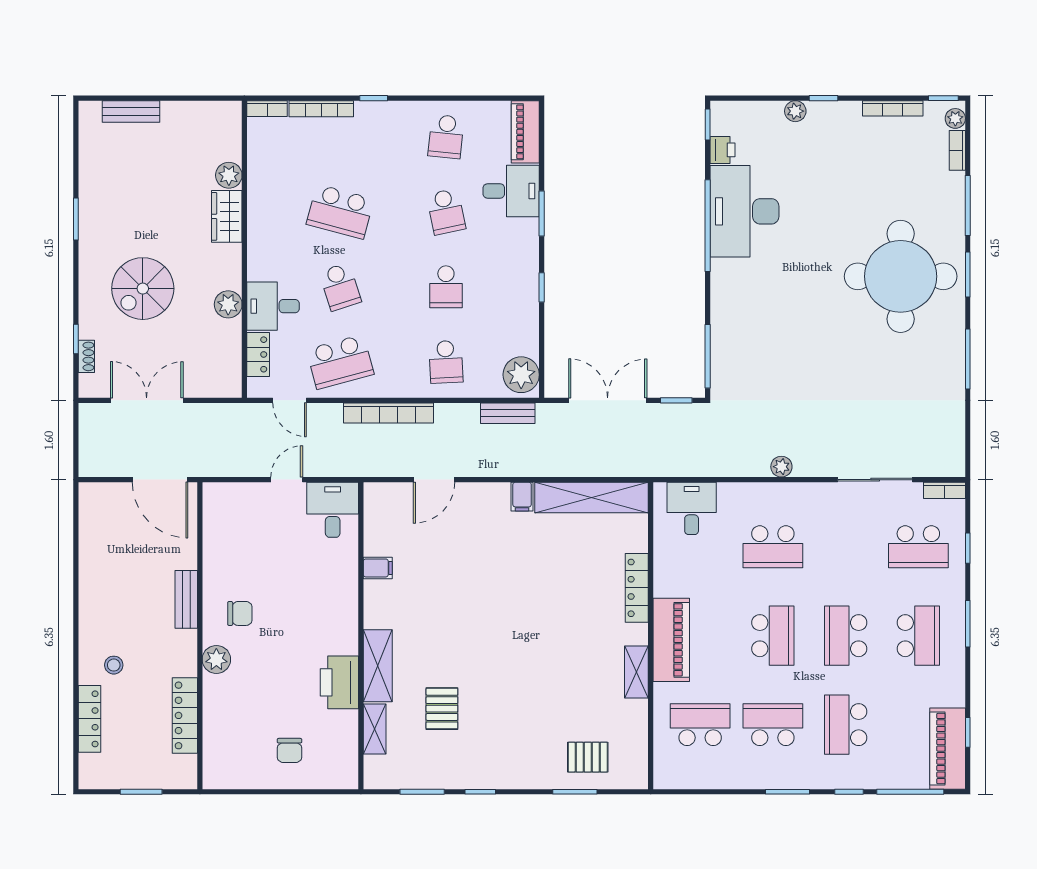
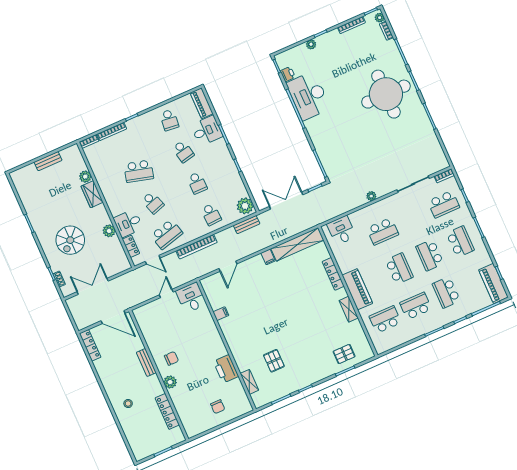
bench: (131, 112) -> (48, 161), moved
shelving: (378, 666) -> (239, 355), removed
locker: (90, 719) -> (90, 345), moved

